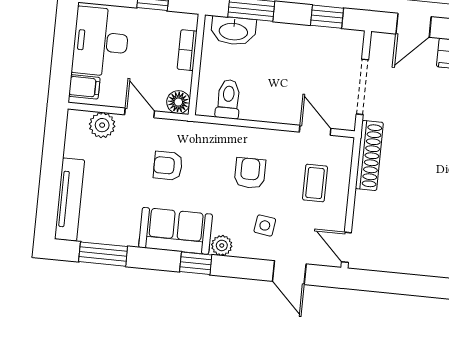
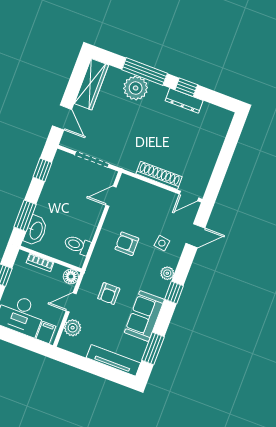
shoe rack: (369, 155) -> (159, 175), moved
coffee table: (315, 183) -> (144, 205), removed
sofa: (176, 231) -> (144, 316), moved

